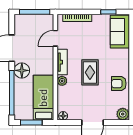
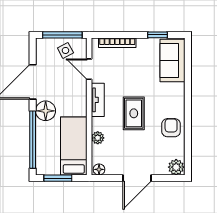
side table: (37, 24) -> (65, 50), added
door: (55, 38) -> (89, 69), hinge flipped
plant: (62, 81) -> (98, 138), moved
armchair: (119, 84) -> (171, 128), turned 90

